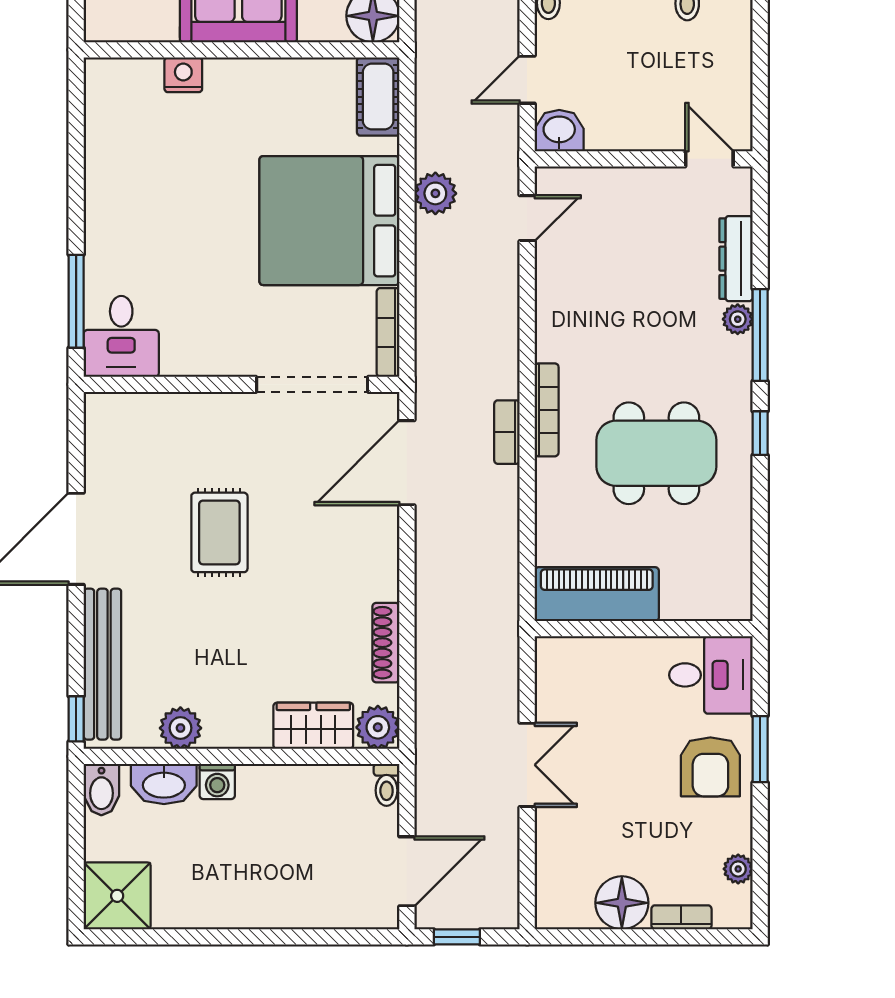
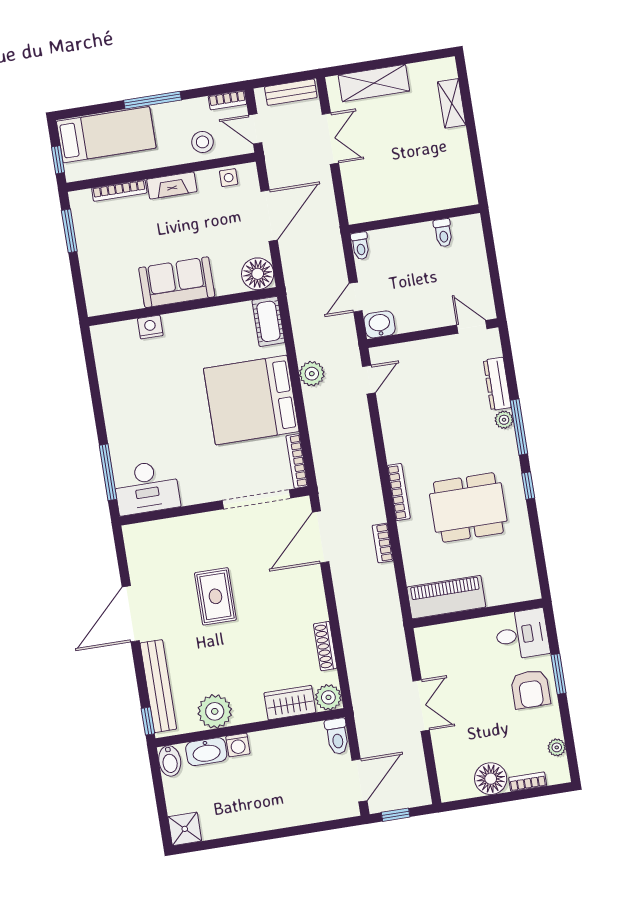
desk: (121, 336) -> (147, 488), width x1.37
bookcase: (507, 432) -> (383, 543), moved
plant: (180, 728) -> (215, 711), width x1.36, depth x1.36
toilet: (387, 785) -> (337, 736), width x1.37, depth x1.39
shower: (117, 896) -> (185, 829), width x0.73, depth x0.73

